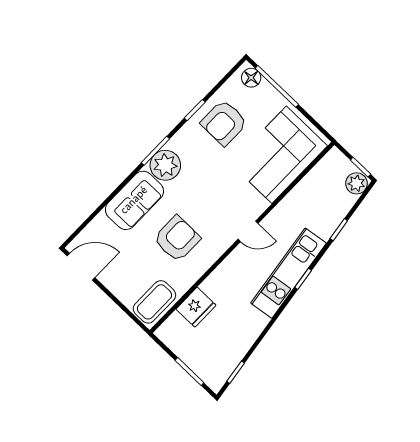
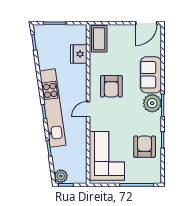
floor lamp: (251, 78) -> (152, 178), removed
armchair: (177, 239) -> (111, 86), moved
kitchen unit: (289, 273) -> (53, 108), width x1.36

